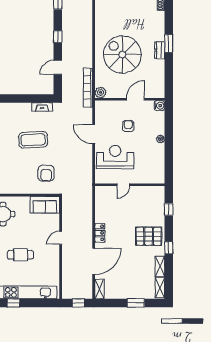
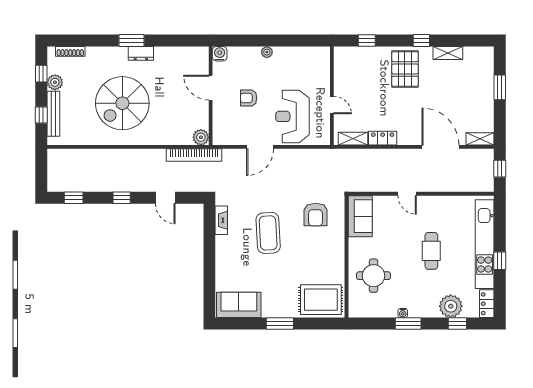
spiral stairs: (122, 55) -> (122, 103), moved
armchair: (46, 173) -> (316, 215), turned 90
locker: (100, 233) -> (383, 138), moved
shelving: (160, 288) -> (353, 139), moved

